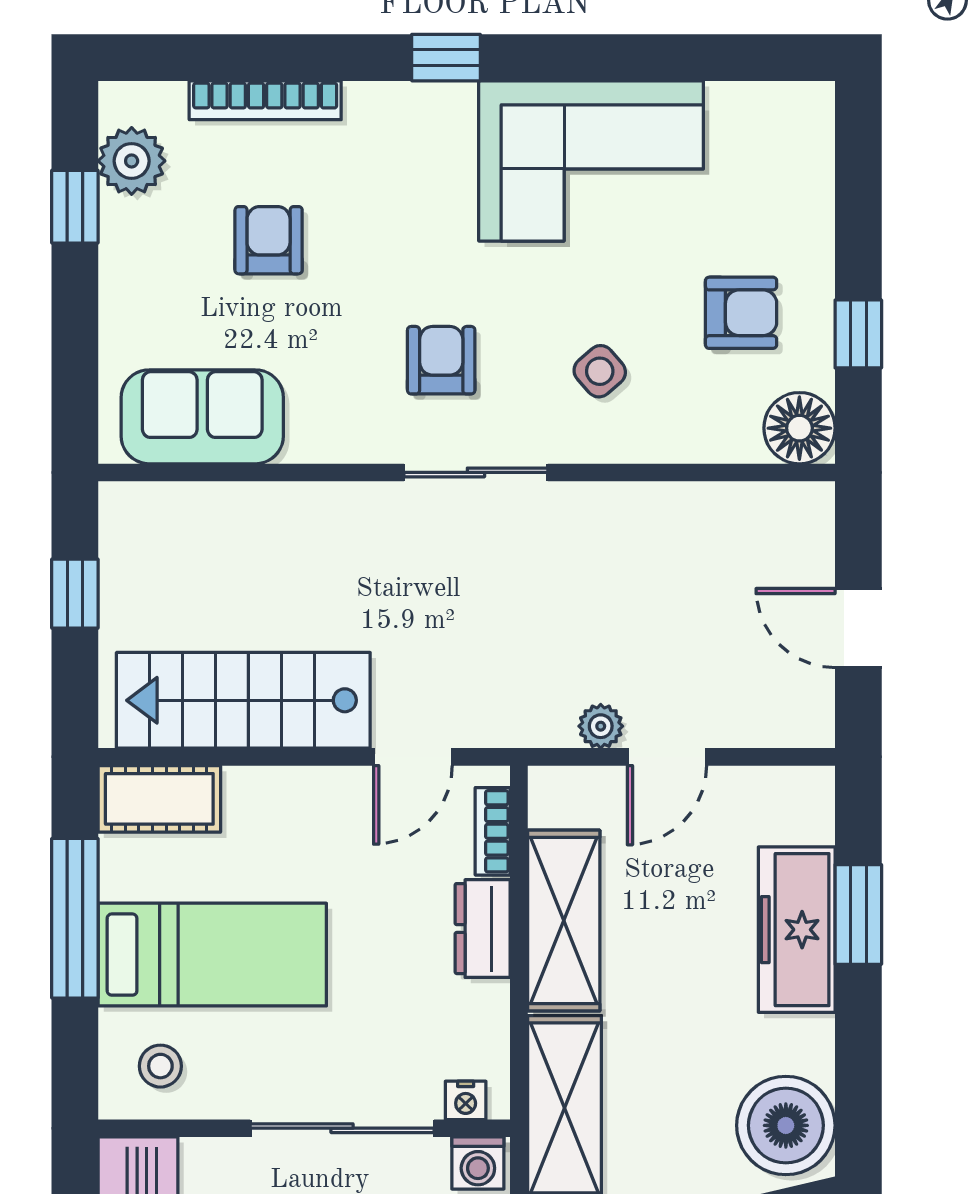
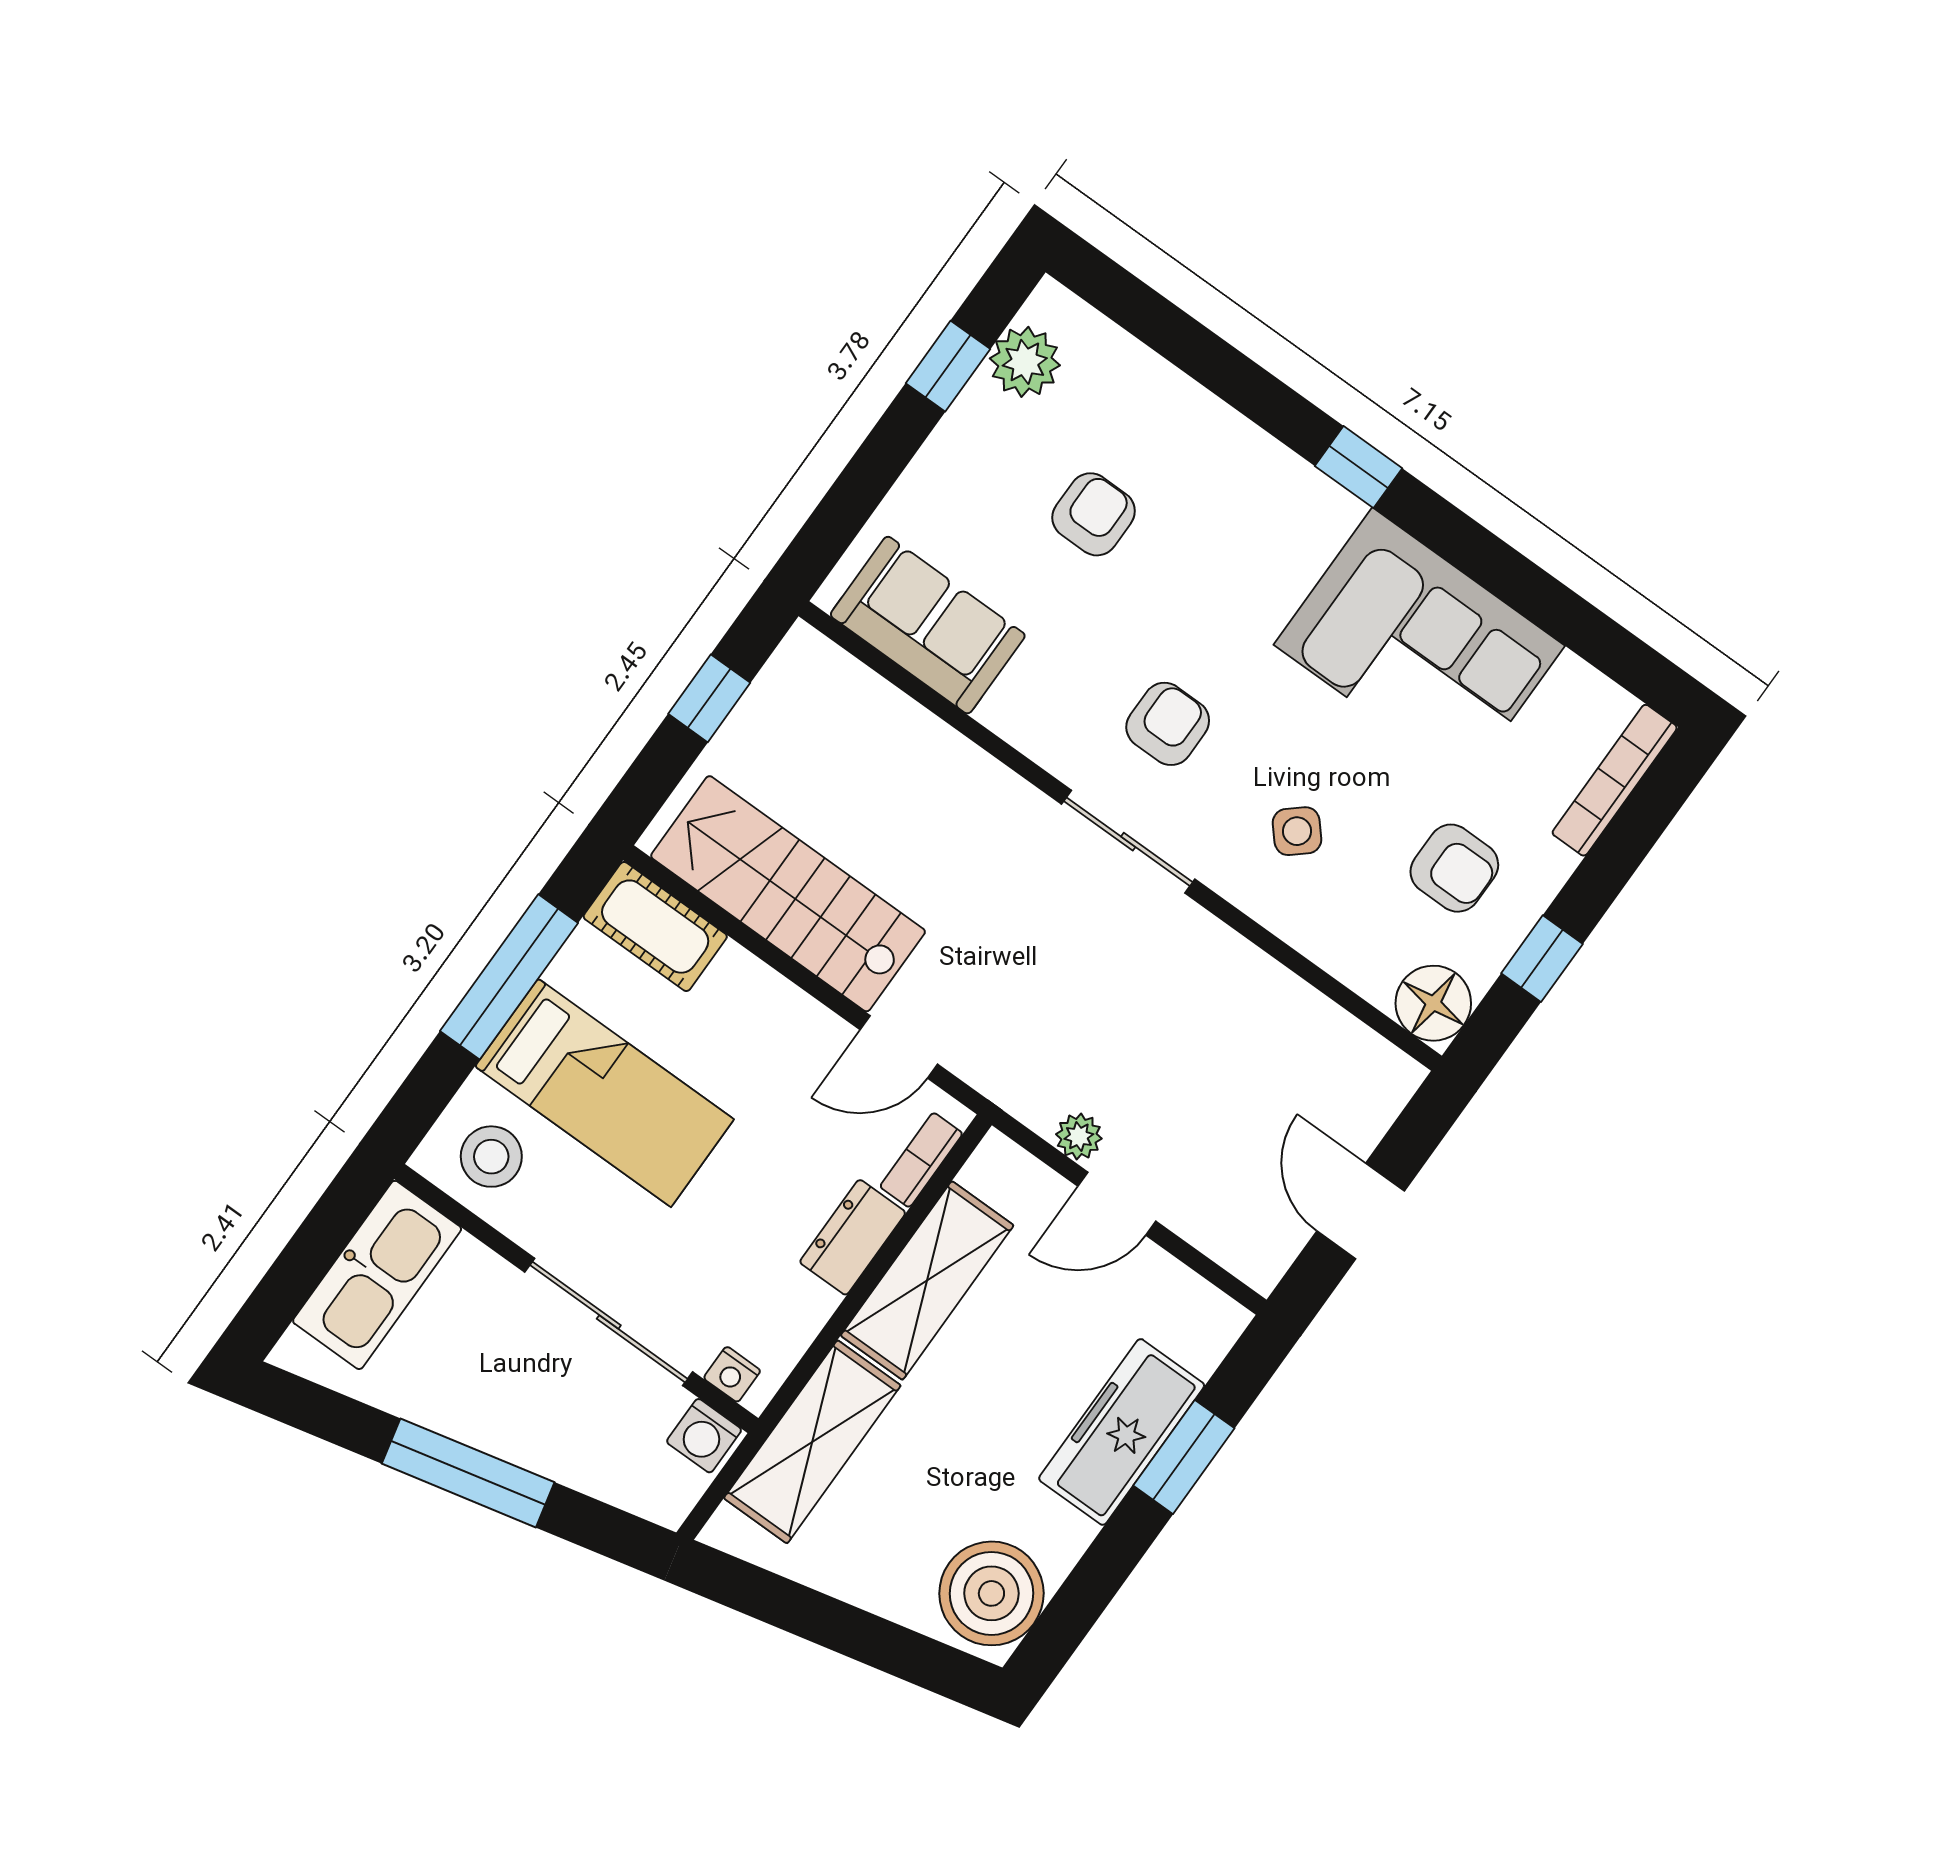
bookcase: (265, 100) -> (1615, 780), moved, turned 90
stool: (160, 1066) -> (491, 1157), width x1.37, depth x1.37

